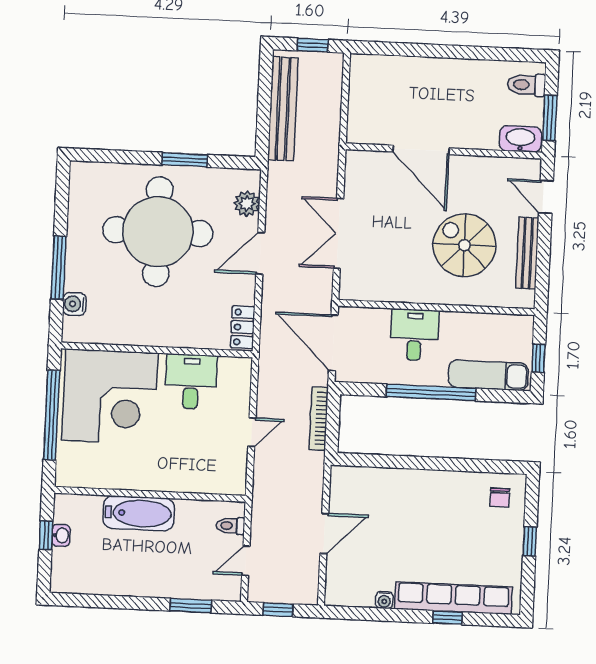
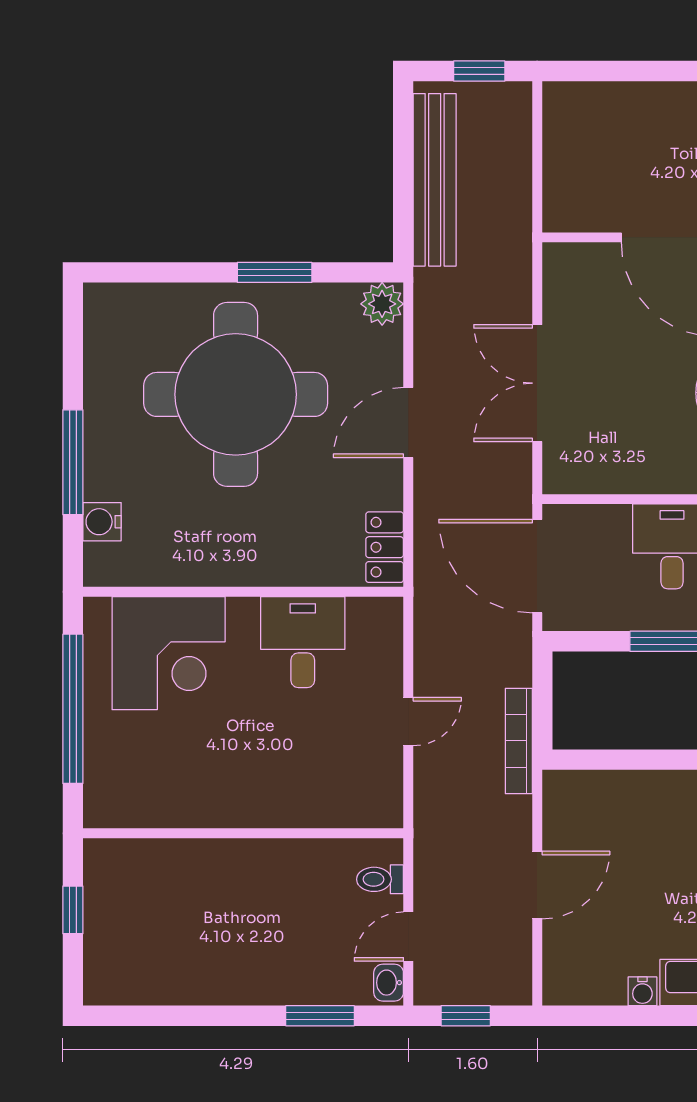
plant: (247, 204) -> (382, 304), moved
corner desk: (110, 397) -> (169, 653), width x0.74, depth x0.74
bookcase: (319, 418) -> (519, 741), moved
bathtub: (139, 513) -> (226, 866), removed
washbasin: (61, 535) -> (389, 983), moved, turned 180

